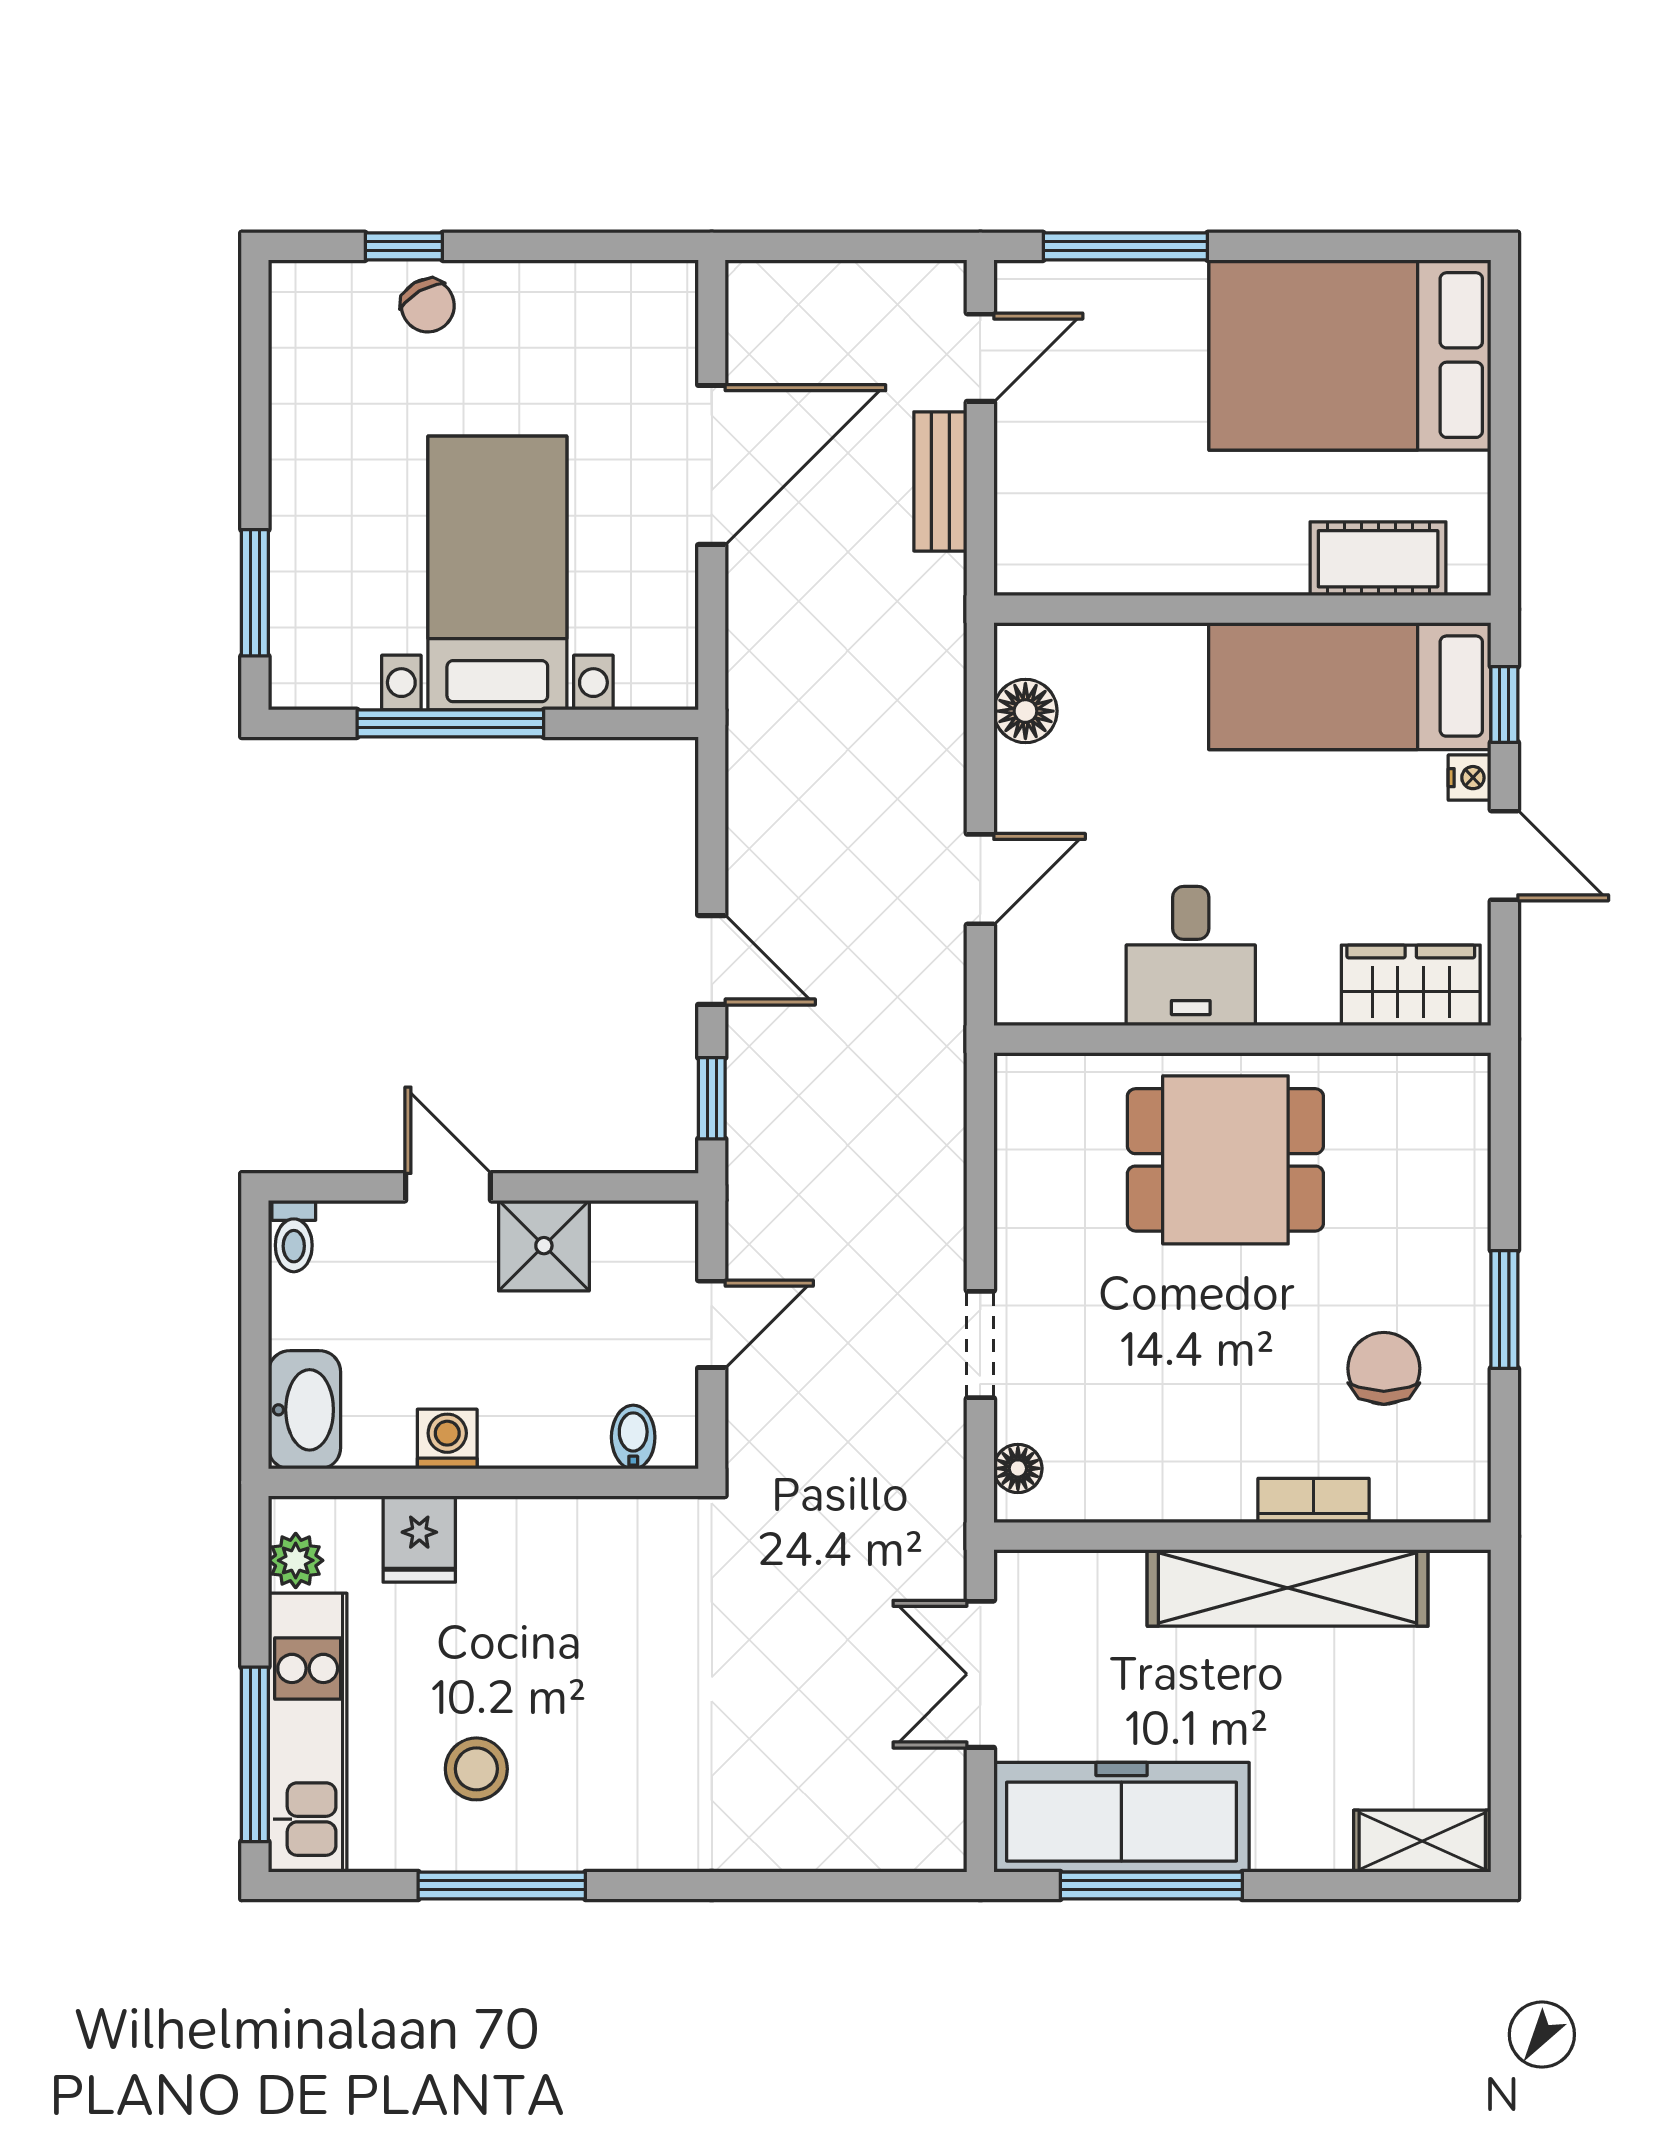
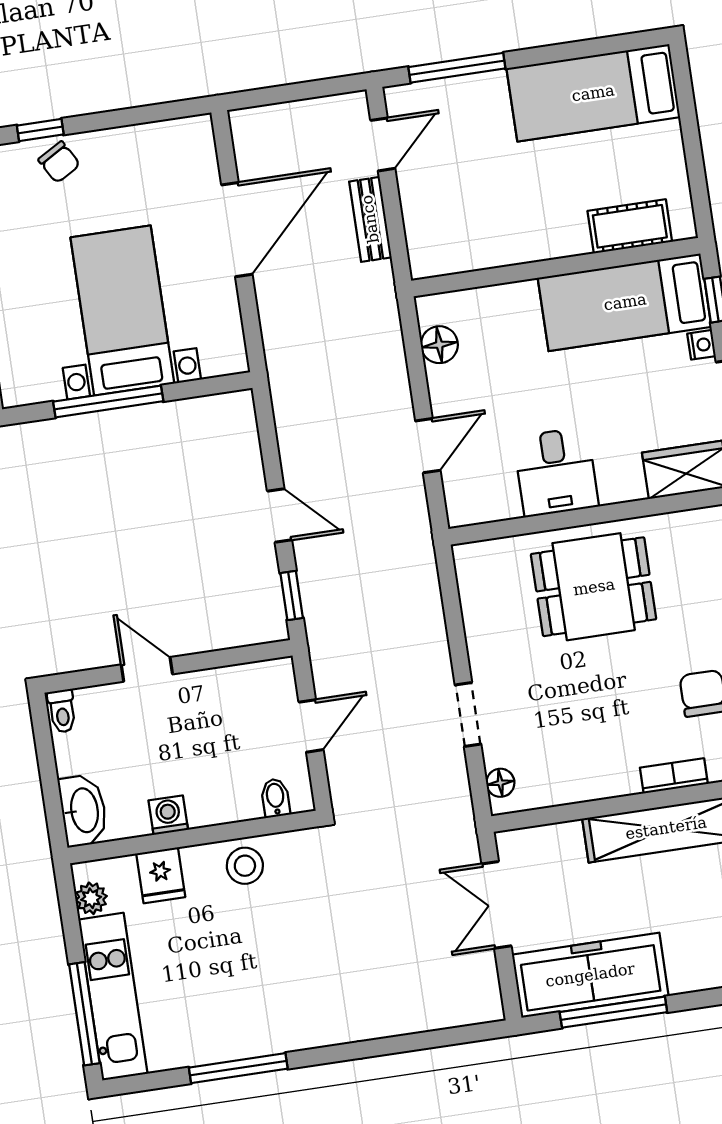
bed: (1350, 355) -> (593, 93), width x0.67
shower: (544, 1246) -> (207, 695), removed
stool: (476, 1769) -> (245, 866), moved

